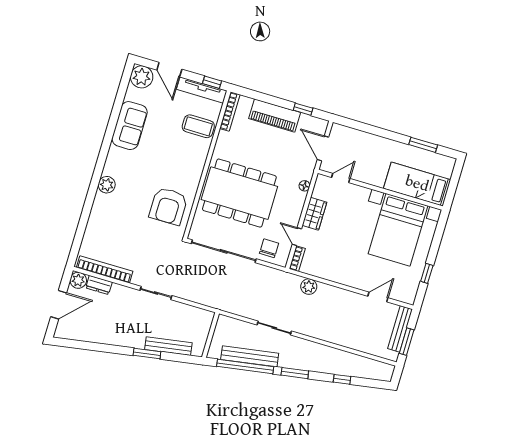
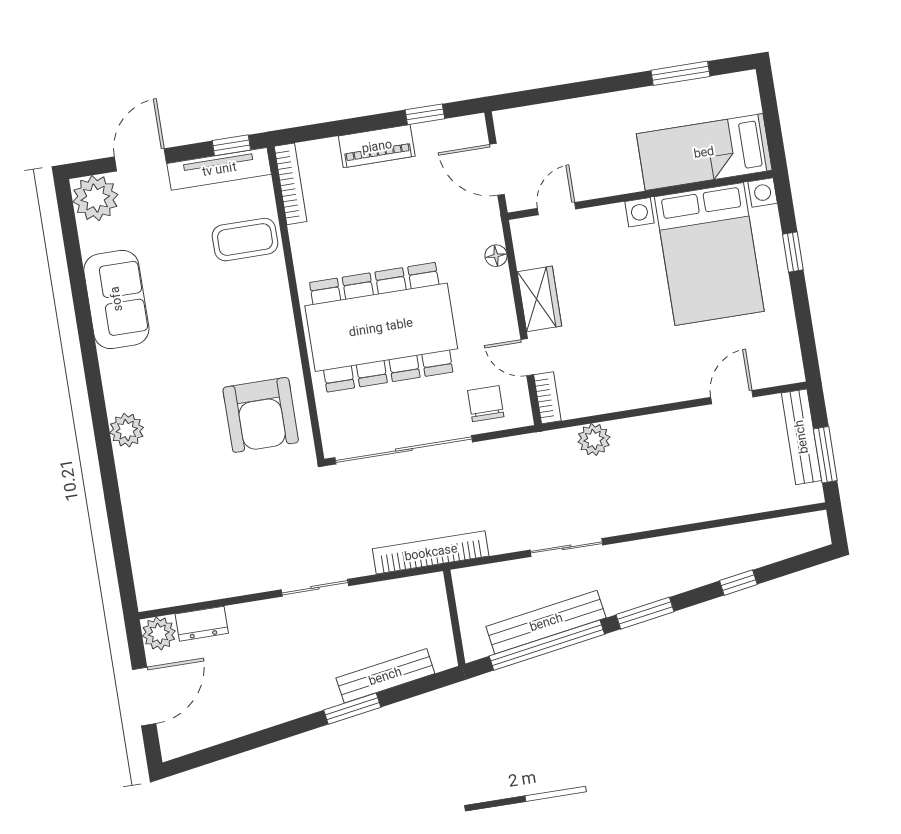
door: (169, 70) -> (140, 160), swing flipped
piano: (275, 116) -> (377, 146), width x0.73, depth x0.75
bookcase: (105, 269) -> (431, 552), moved
window: (427, 273) -> (793, 252), moved

